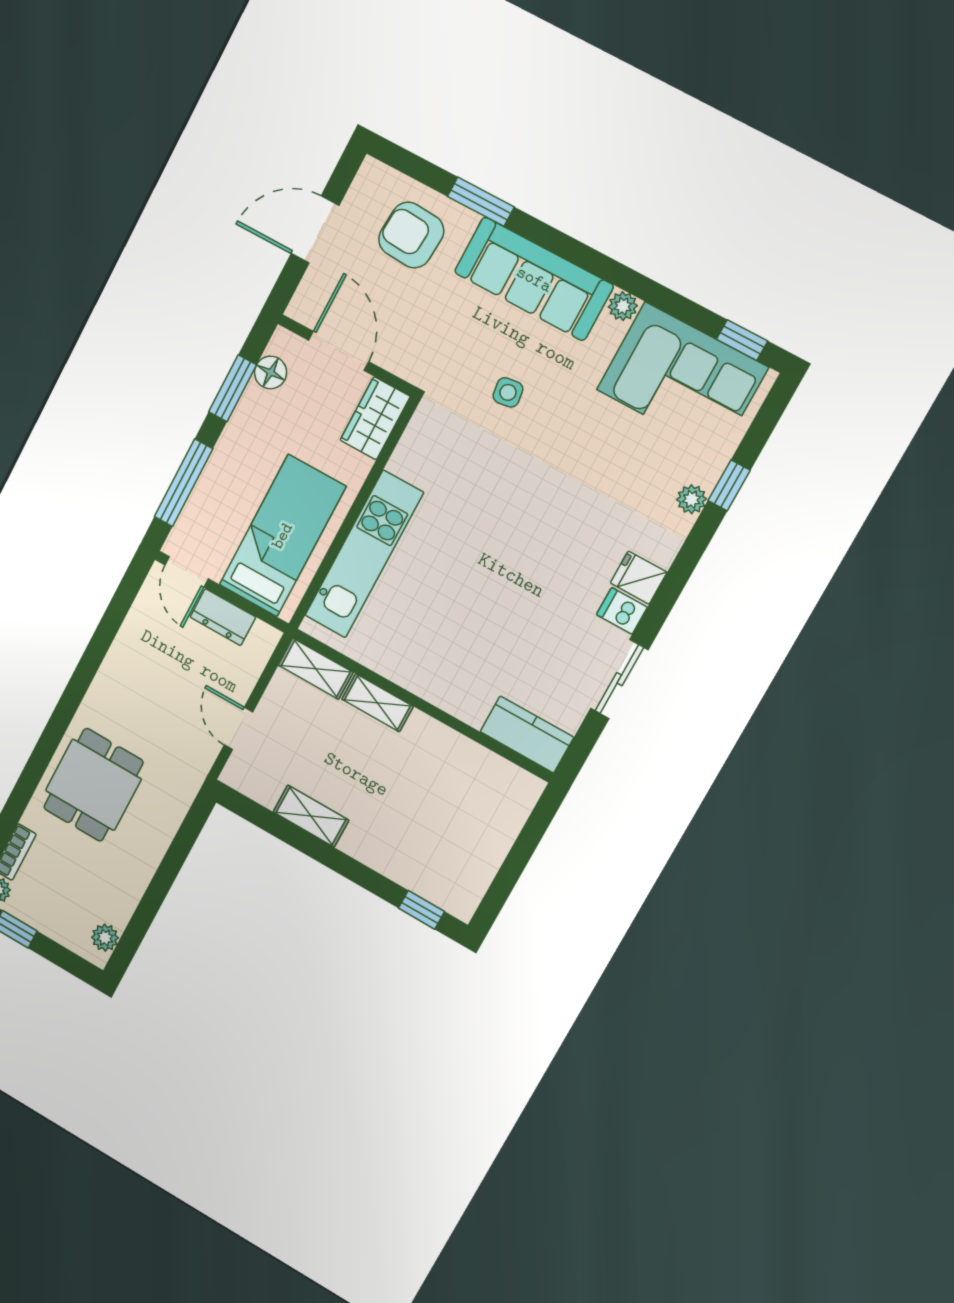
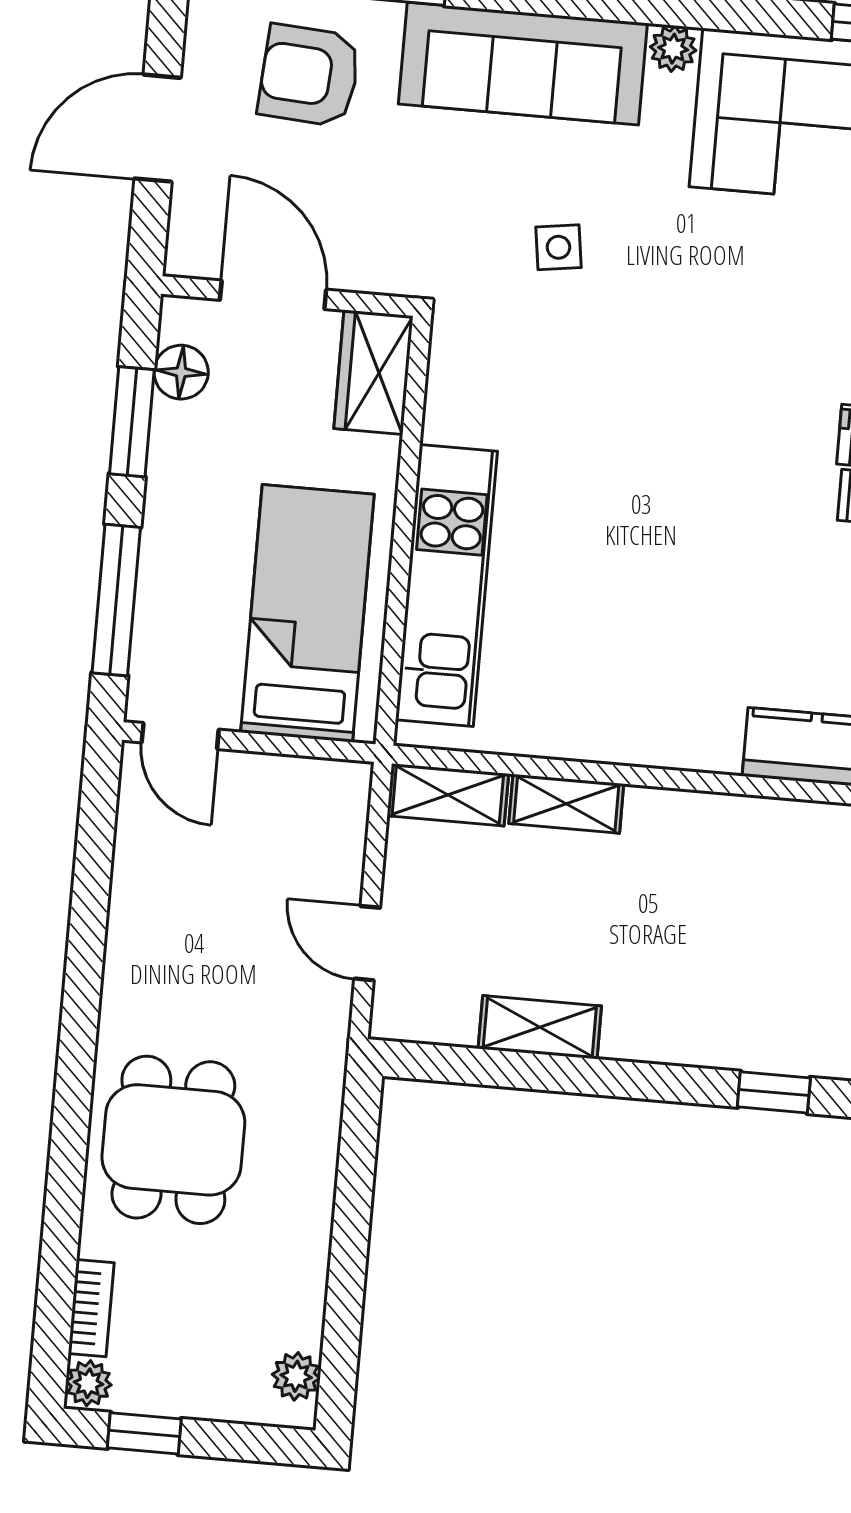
dresser: (223, 617) -> (268, 781), removed

